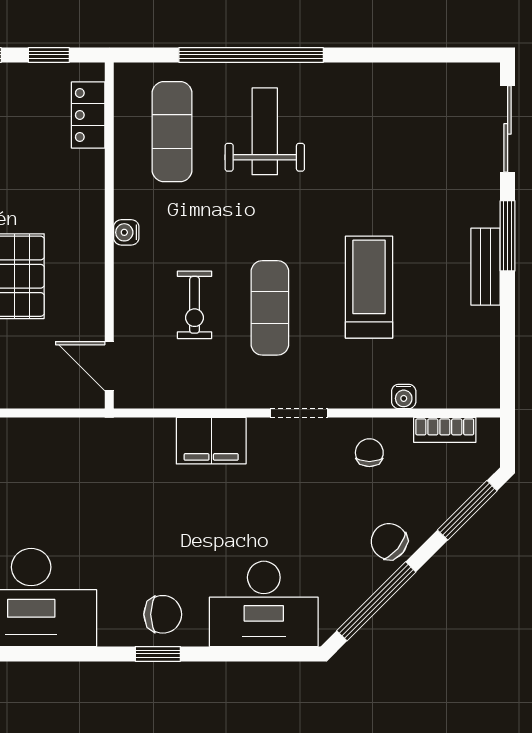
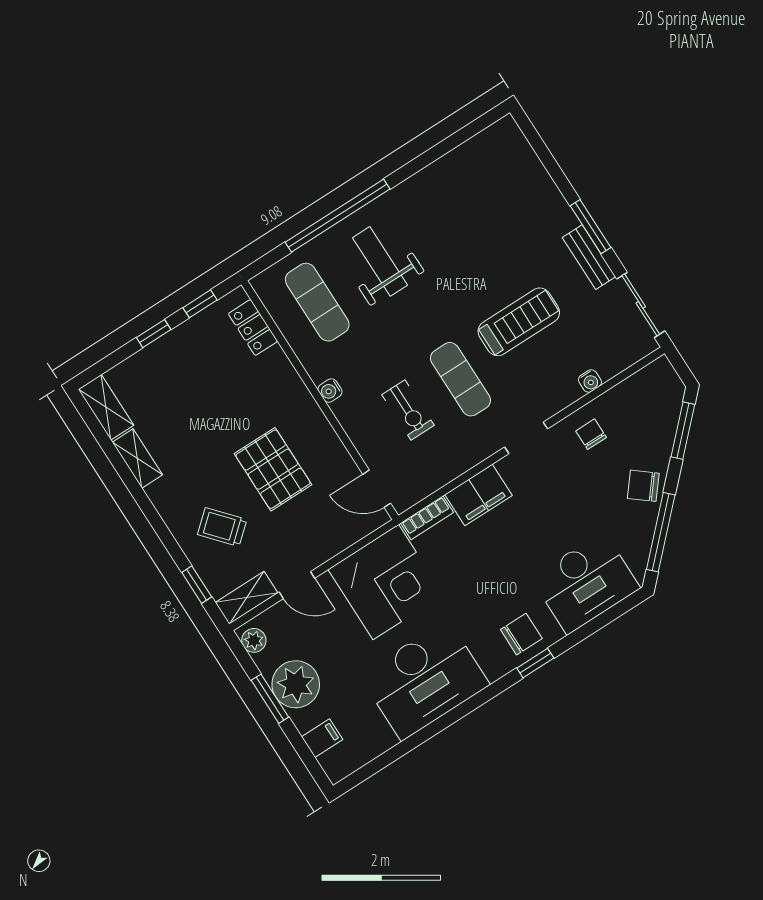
sliding door: (508, 129) -> (641, 305), moved
treadmill: (369, 287) -> (519, 322), turned 90
bookcase: (445, 430) -> (427, 518), moved
corner desk: (56, 469) -> (386, 582), added

